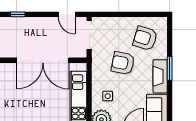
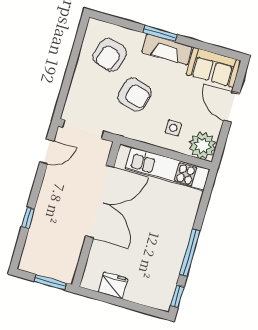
armchair: (123, 63) -> (135, 95), turned -87

